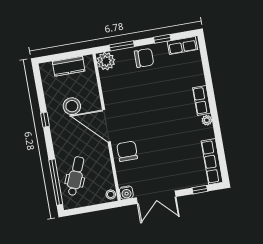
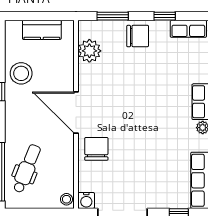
plant: (106, 61) -> (89, 51), moved
stool: (72, 106) -> (21, 73), moved

